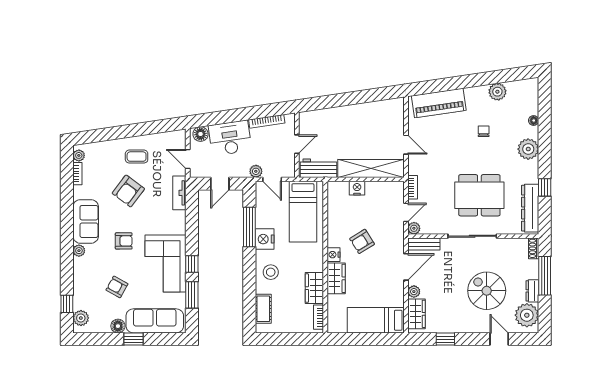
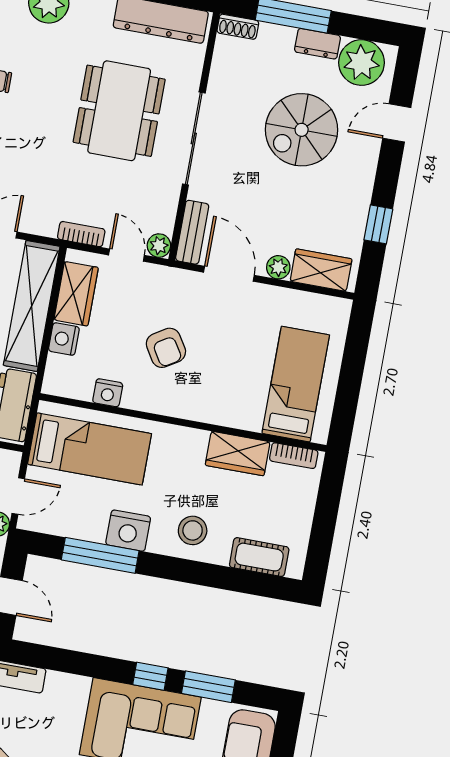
nightstand: (334, 255) -> (108, 393), moved
wardrobe: (336, 278) -> (76, 294), moved, turned 90
bed: (376, 320) -> (296, 384), moved, turned 180

